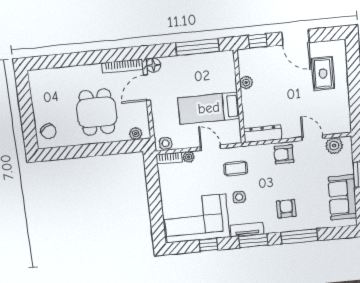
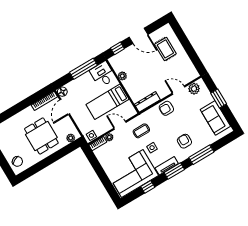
desk: (220, 67) -> (103, 74), added

